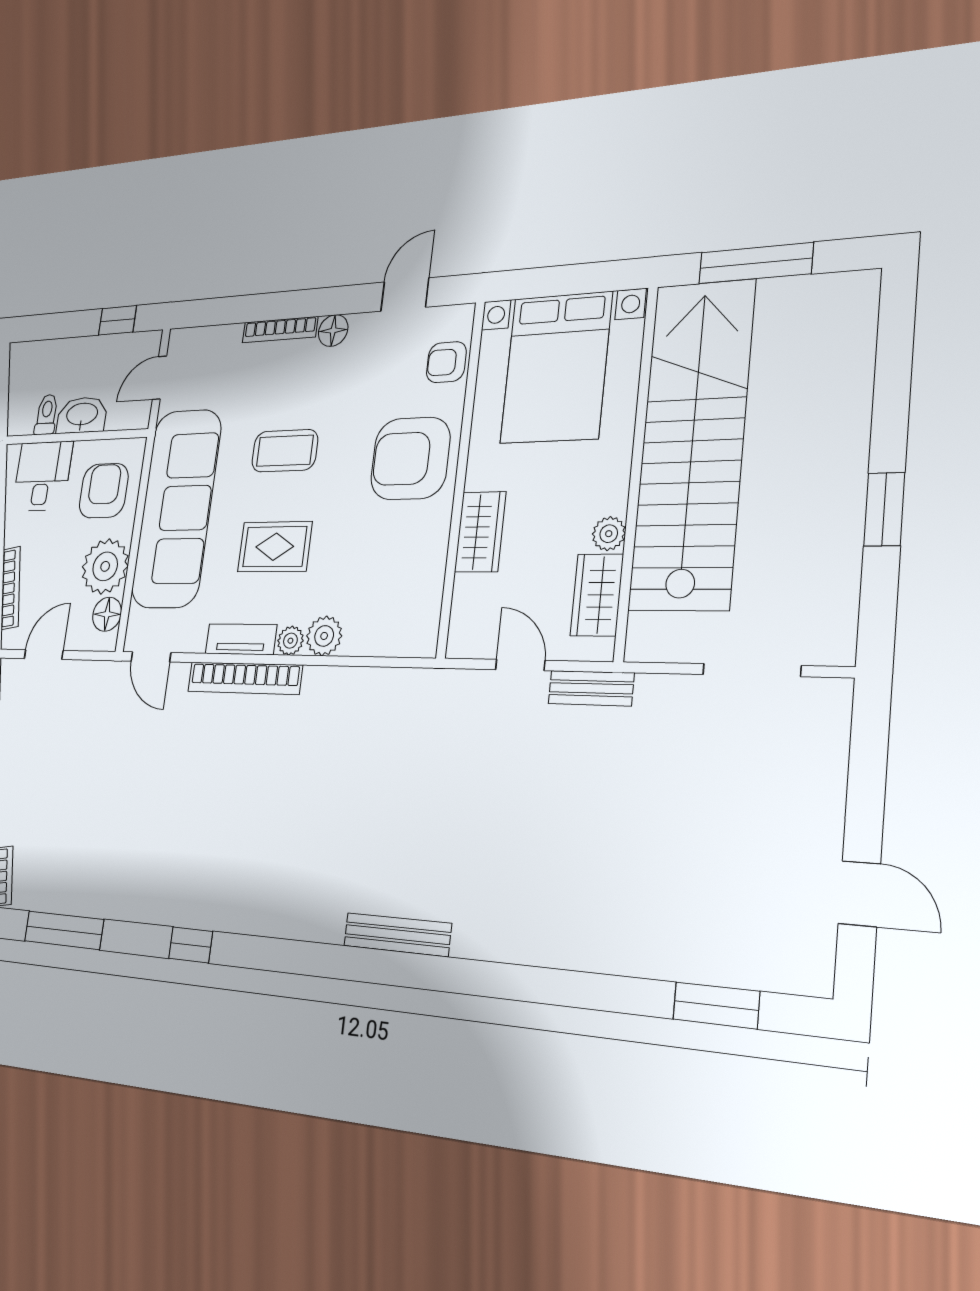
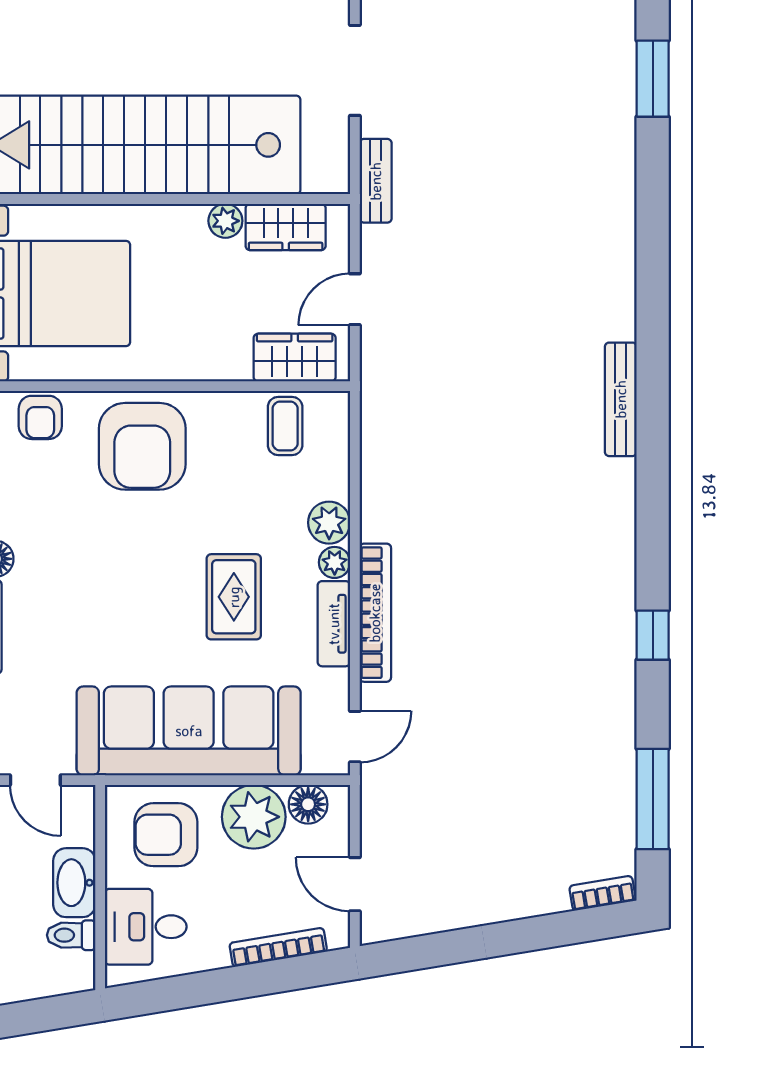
coffee table: (285, 451) -> (285, 426), moved, width x0.73, depth x0.77
wardrobe: (480, 532) -> (295, 358), moved
bench: (591, 688) -> (376, 181), moved

